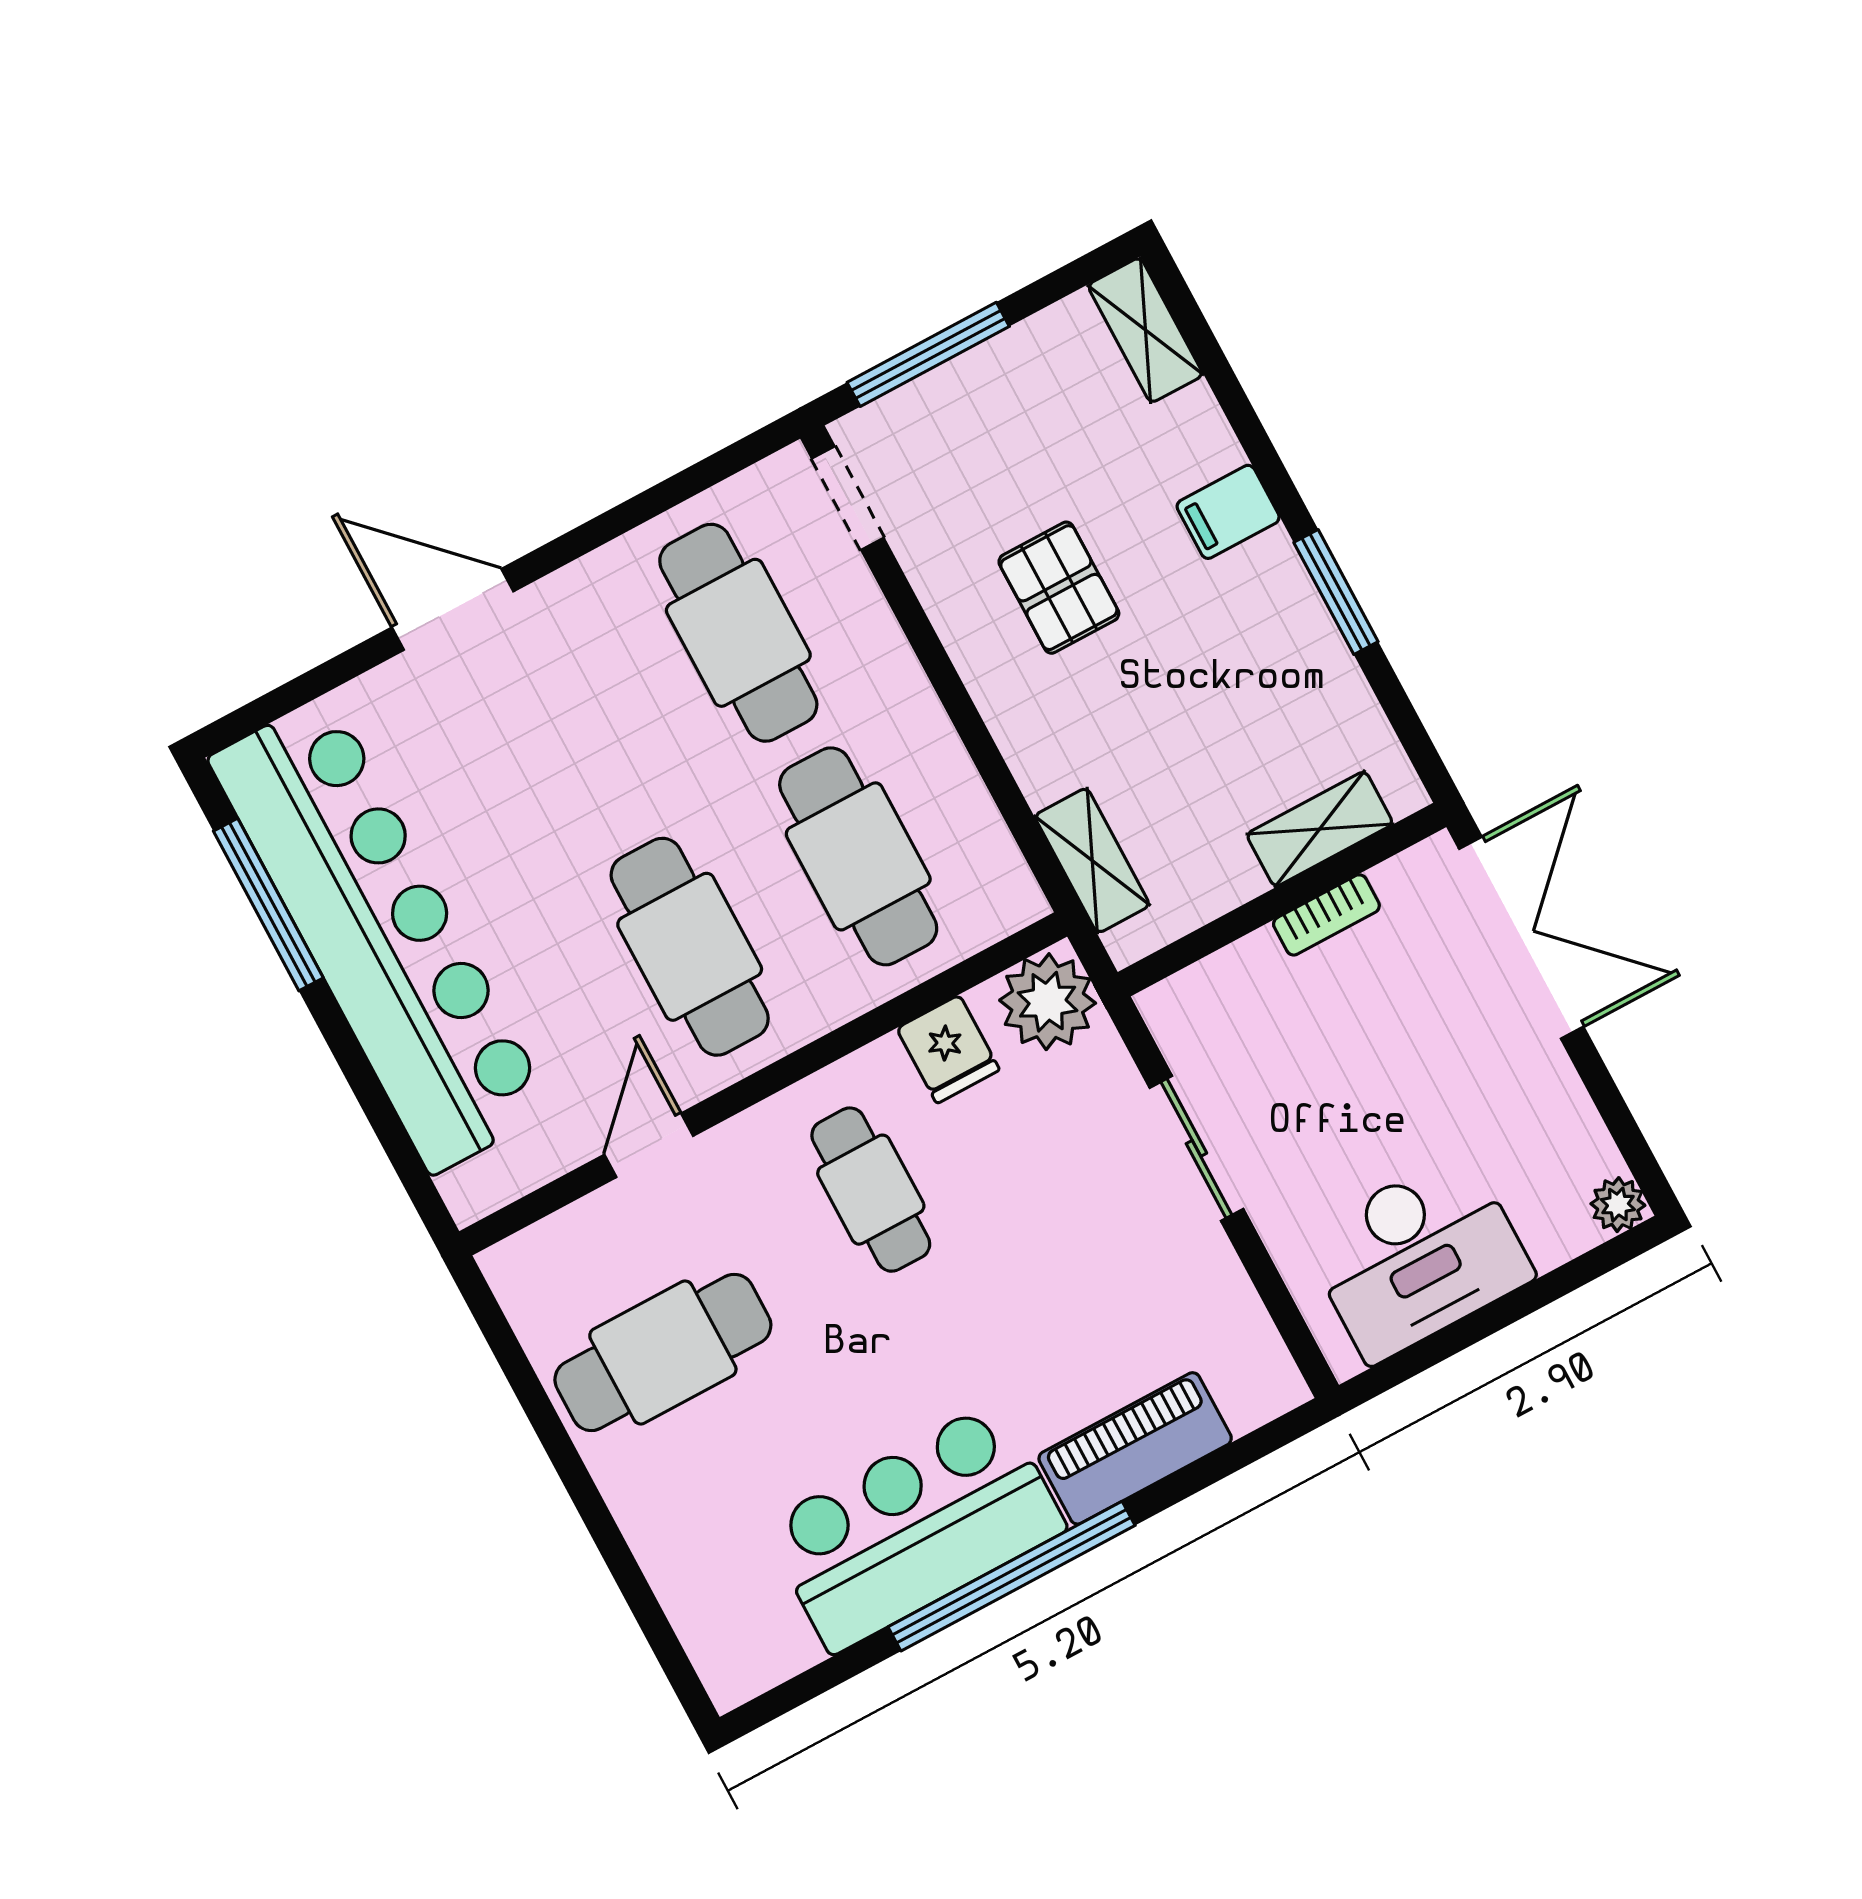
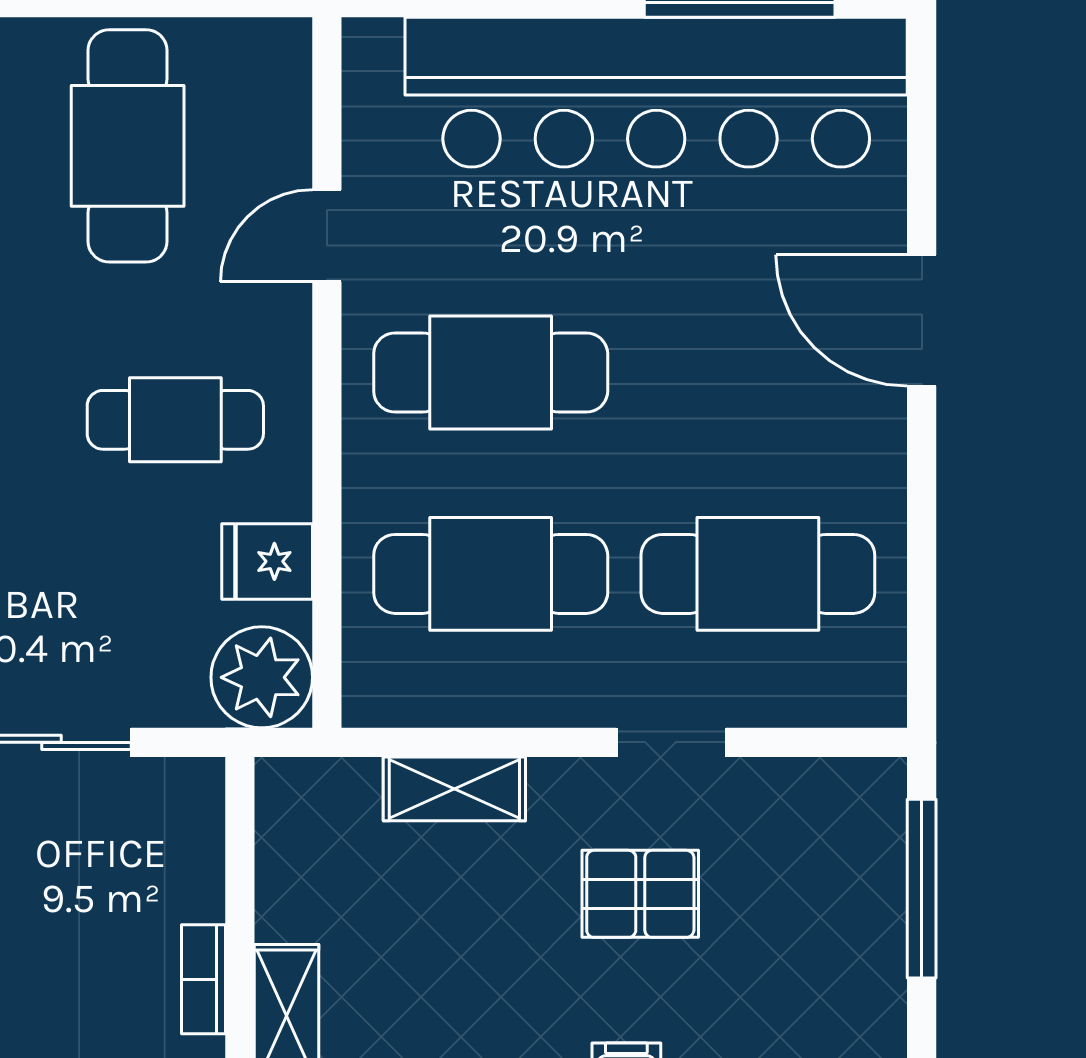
doorway: (848, 498) -> (671, 742), moved
door: (453, 609) -> (922, 320), swing flipped
shelving: (1092, 860) -> (454, 789), moved
door: (649, 1145) -> (327, 236), swing flipped

